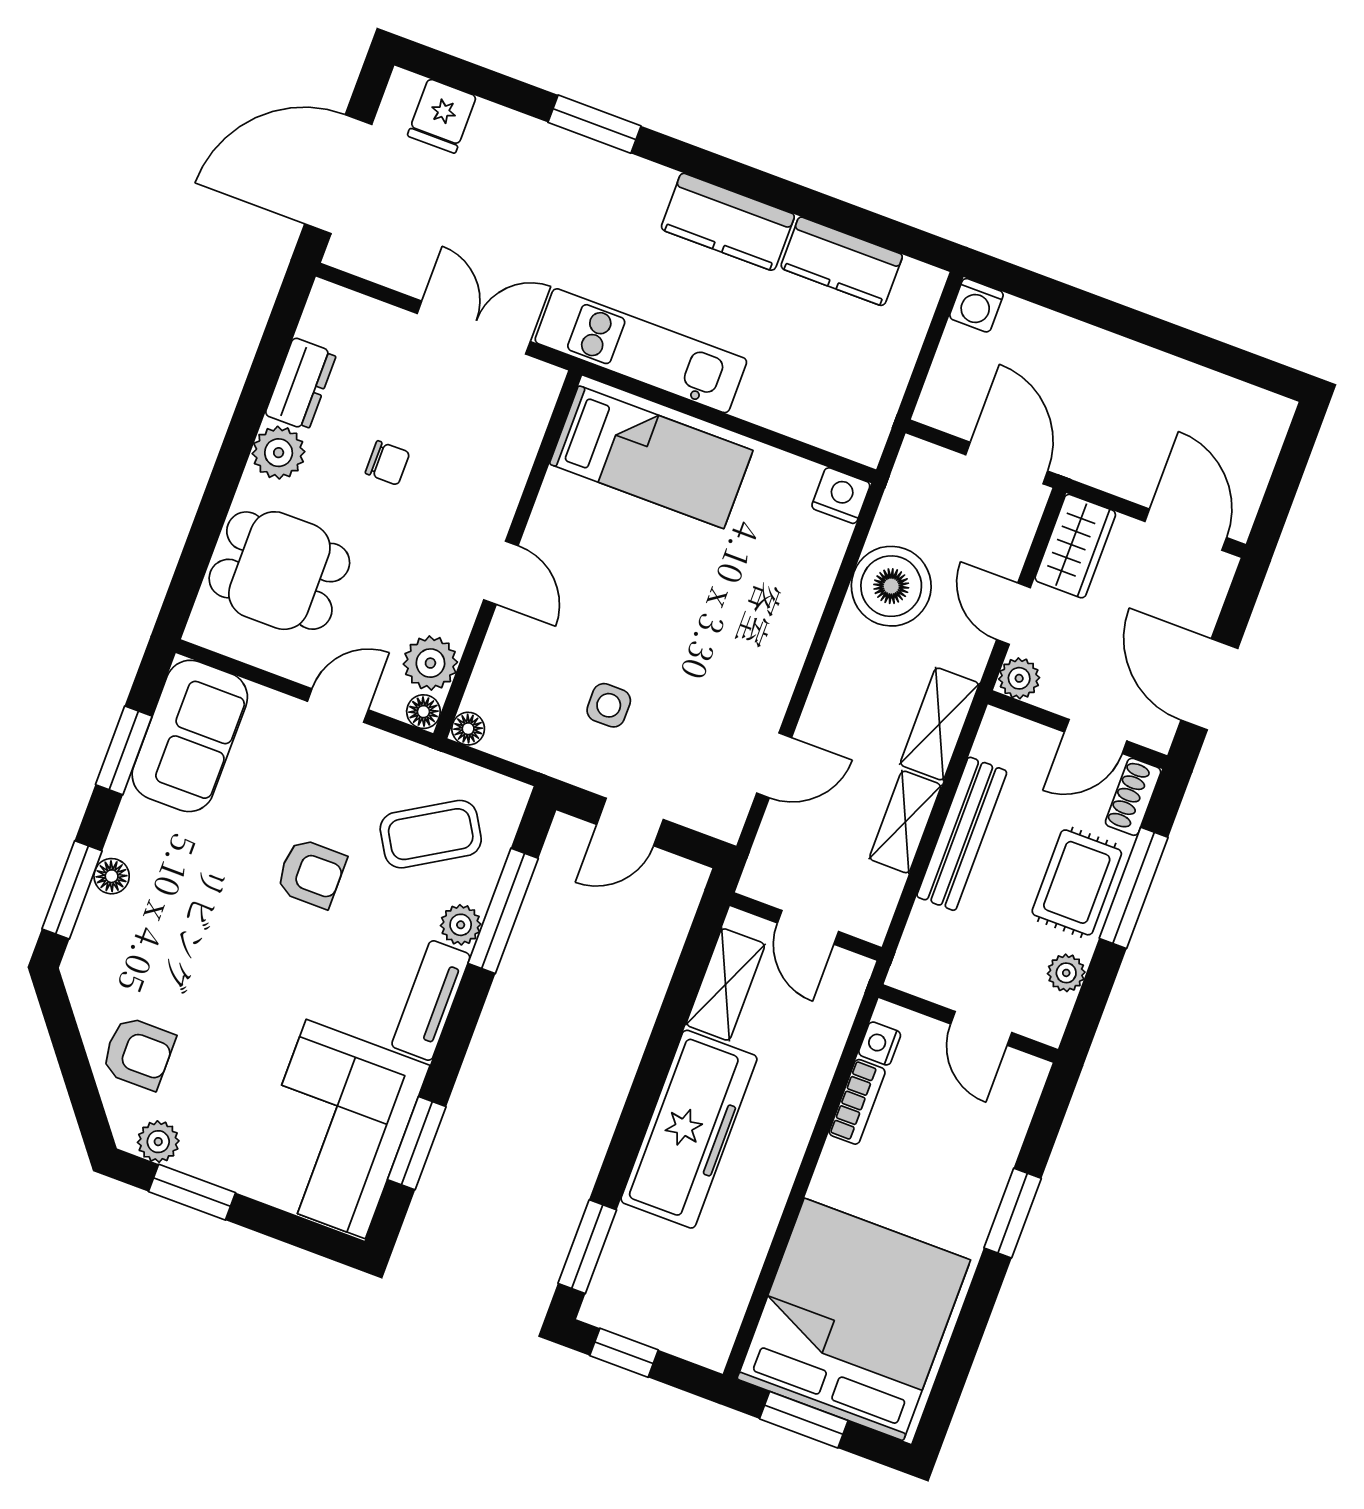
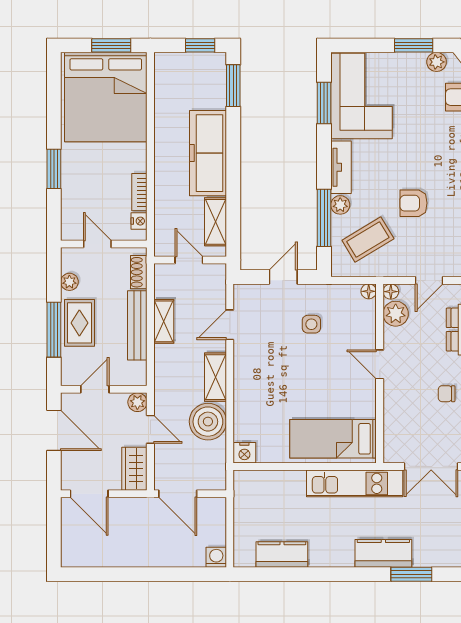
kitchen counter: (728, 222) -> (383, 553), moved
shelving: (940, 724) -> (216, 377), moved
shoe rack: (1133, 797) -> (139, 272), moved, turned 180

